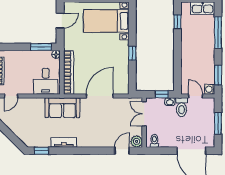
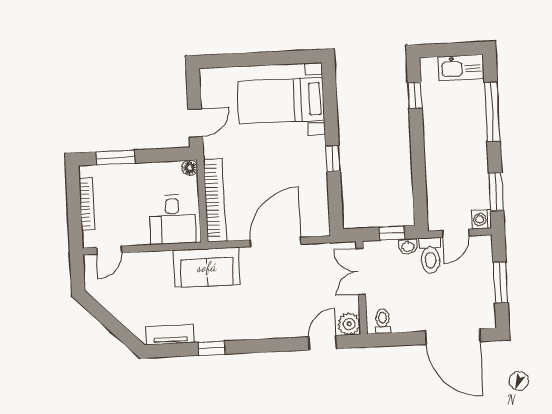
door: (60, 21) -> (195, 123), moved
window: (41, 47) -> (116, 157), moved
door: (196, 96) -> (456, 233), swing flipped
tv unit: (64, 142) -> (170, 335), moved
window: (41, 151) -> (212, 348), moved

